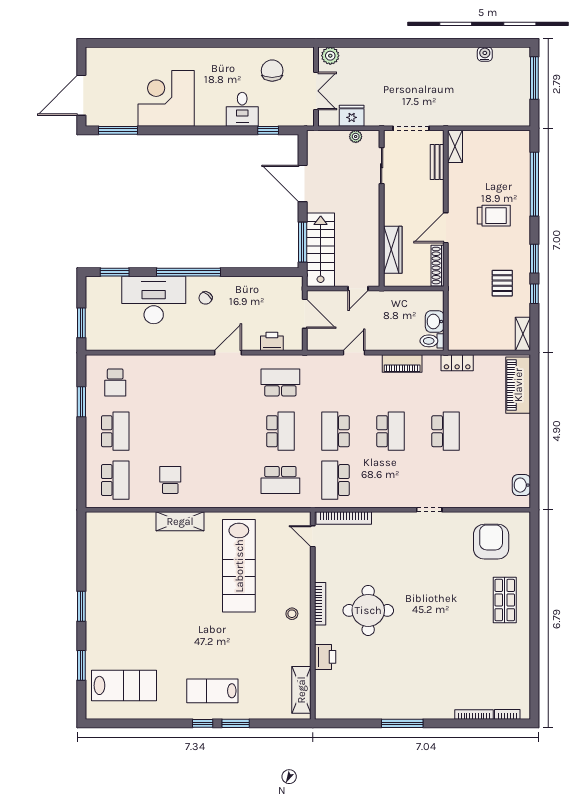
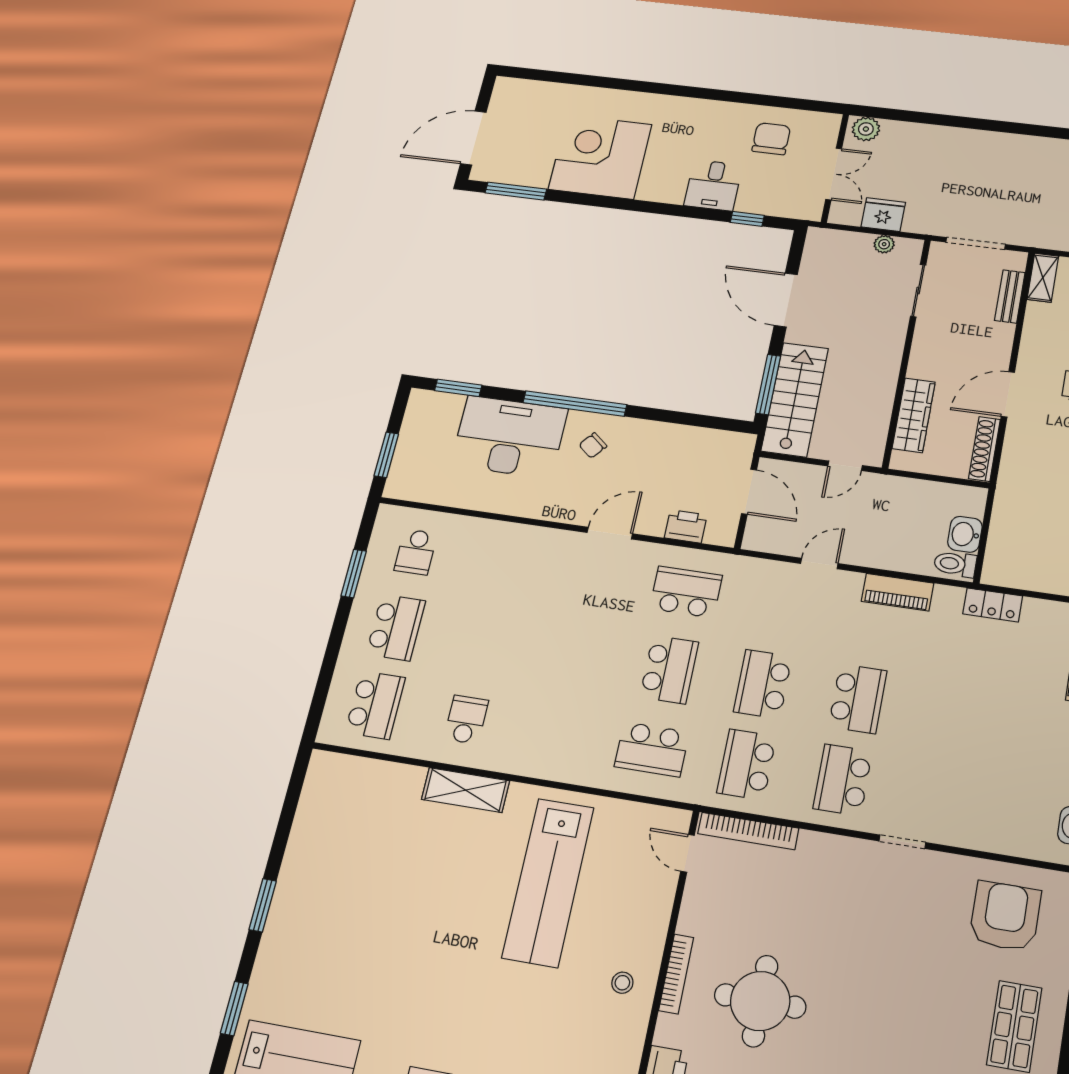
school desk: (446, 431) -> (843, 780), moved, turned 180

